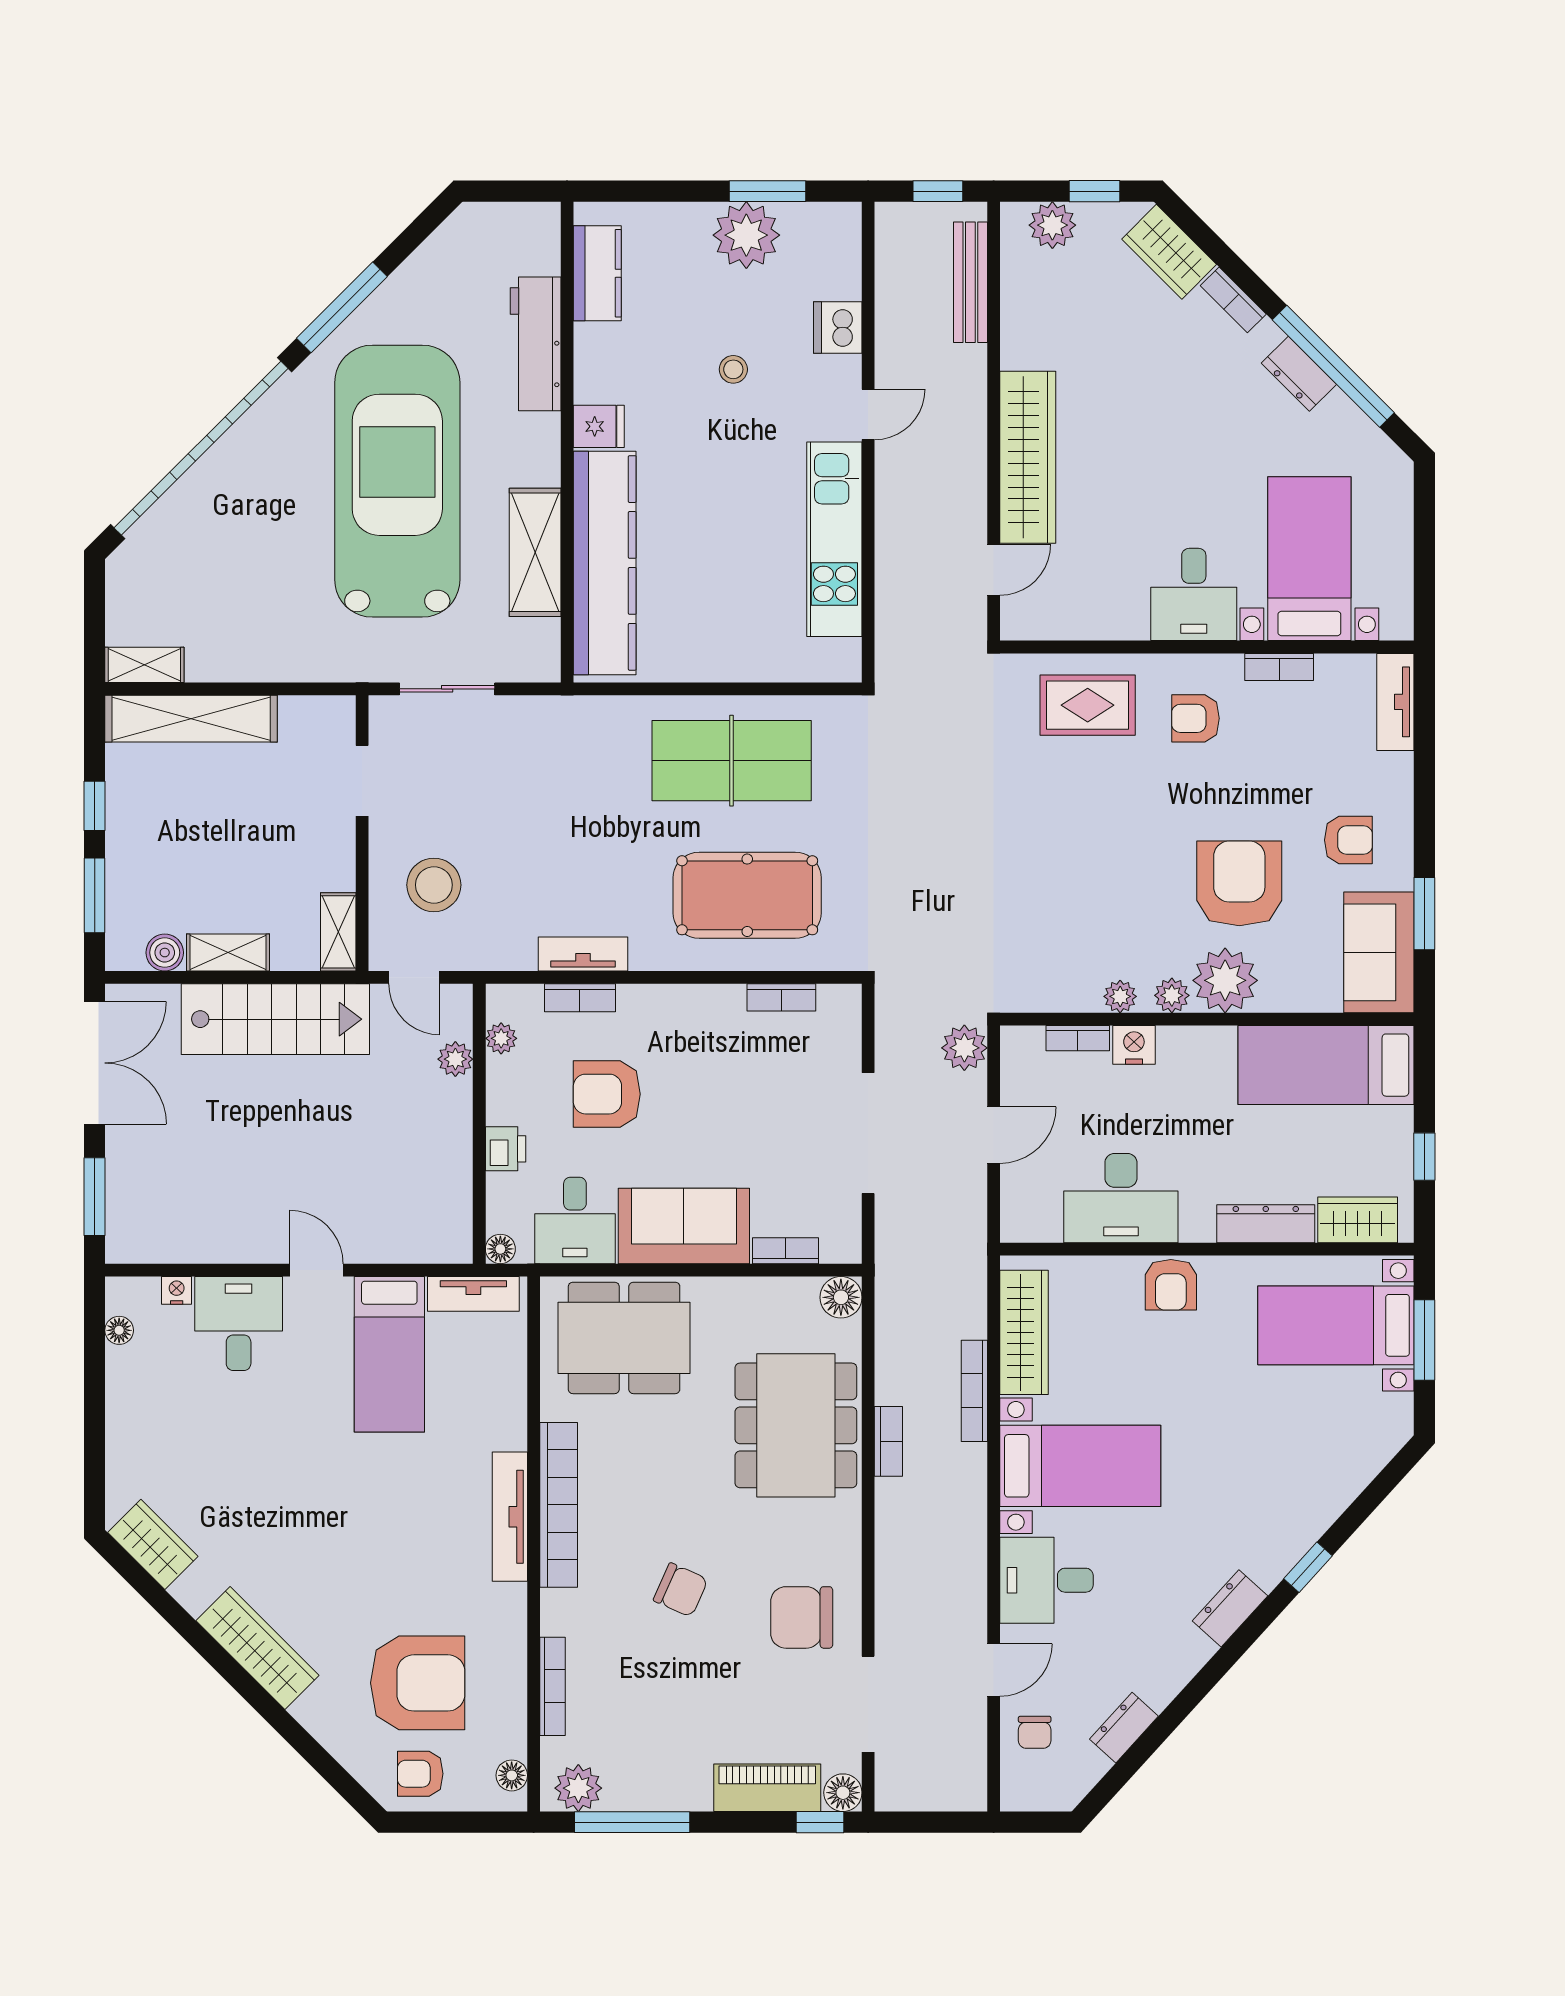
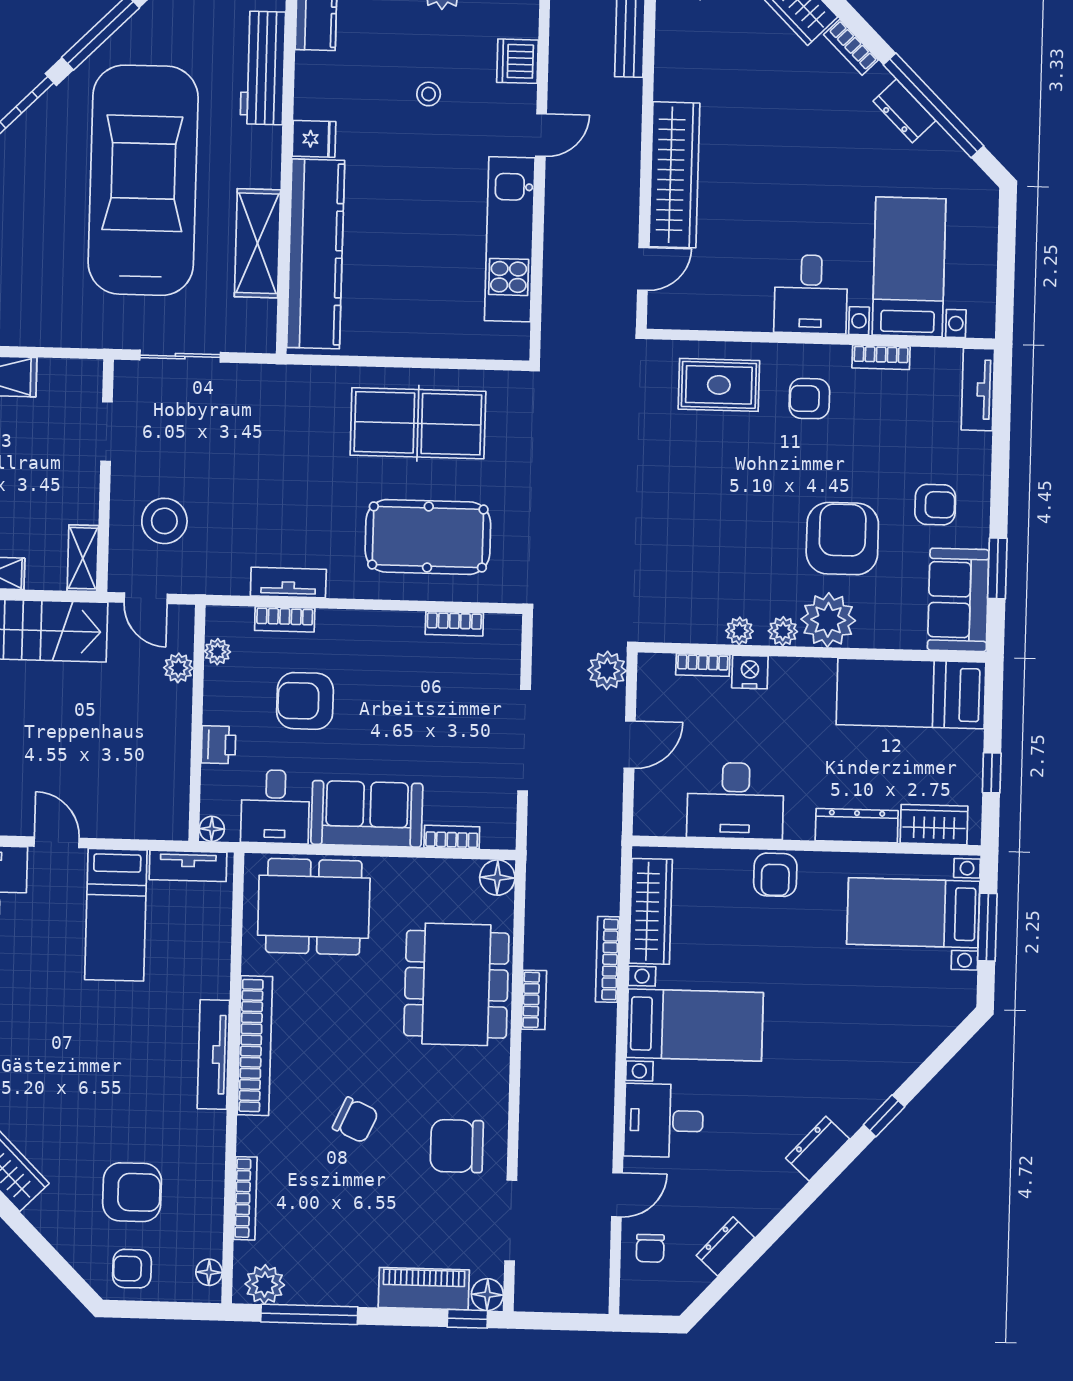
armchair: (418, 1683) -> (132, 1192), width x0.73, depth x0.73

